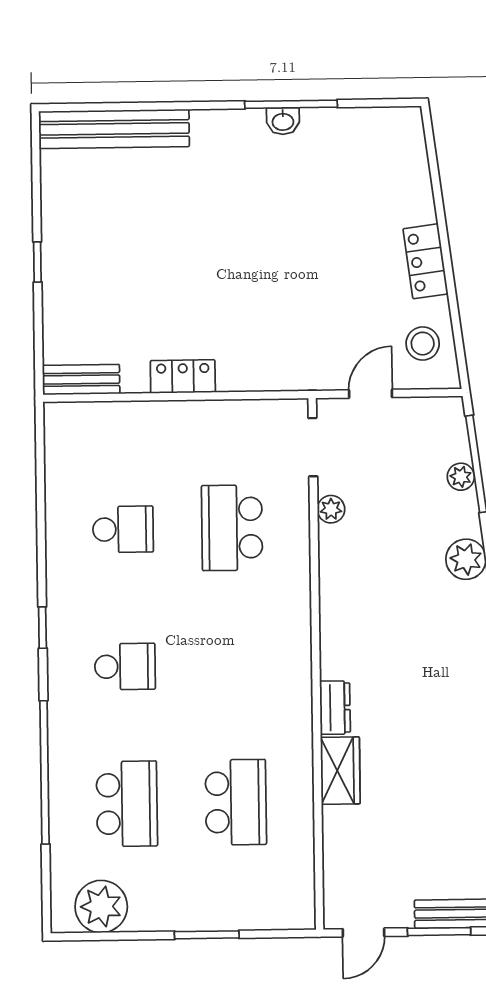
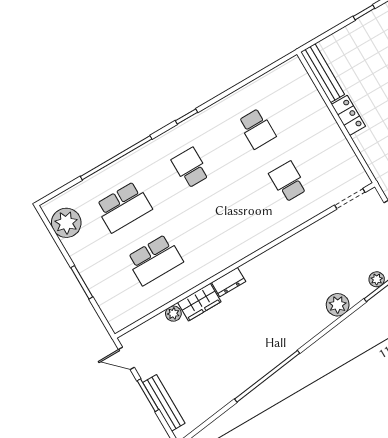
bench: (81, 379) -> (323, 73), width x1.36
plant: (331, 509) -> (173, 314), moved
school desk: (232, 528) -> (288, 182), width x0.54
school desk: (125, 667) -> (190, 168), turned 180

